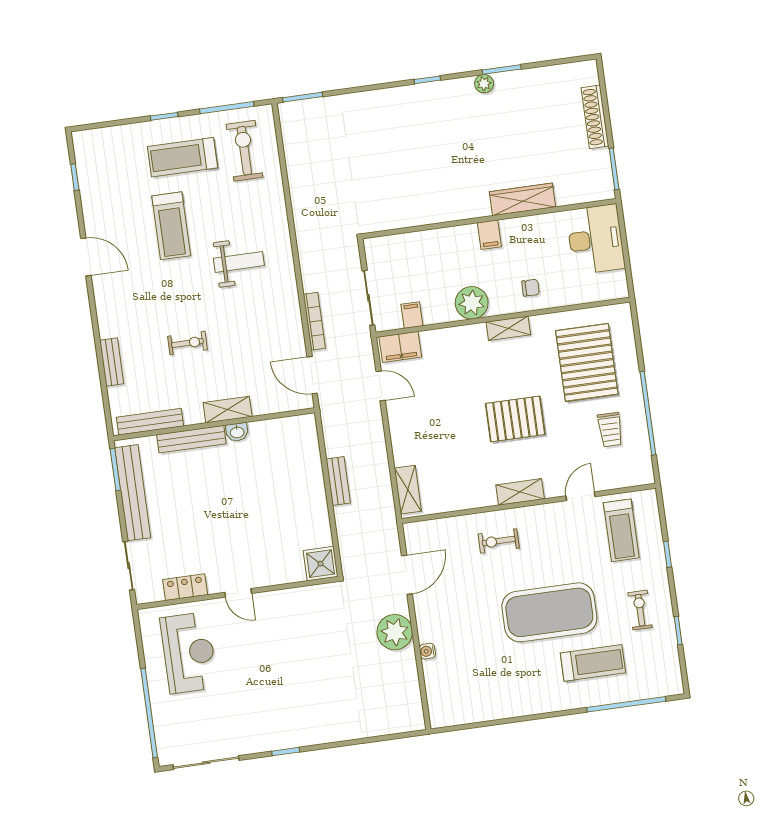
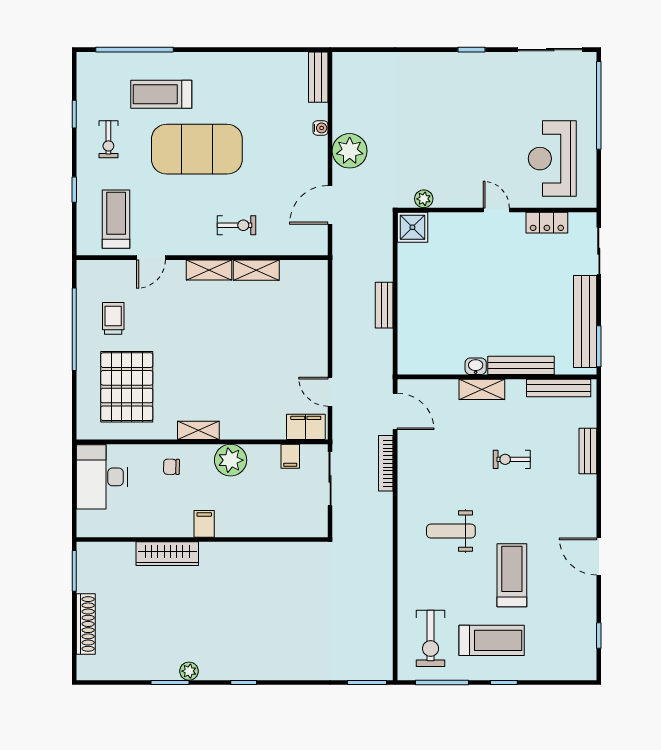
desk: (595, 239) -> (102, 477), moved
pallet: (515, 419) -> (204, 342), removed
shelving: (408, 490) -> (256, 270), moved, turned 90
plant: (313, 594) -> (424, 199), added
bench: (437, 702) -> (318, 77), added

